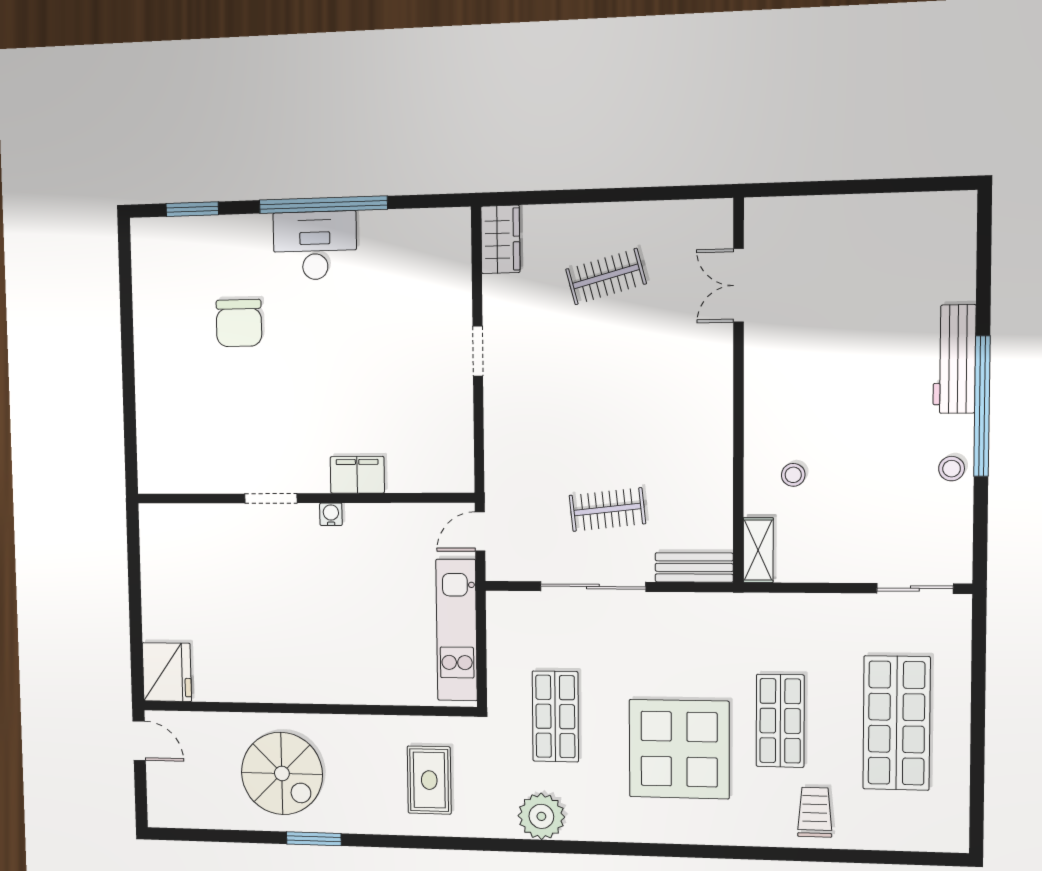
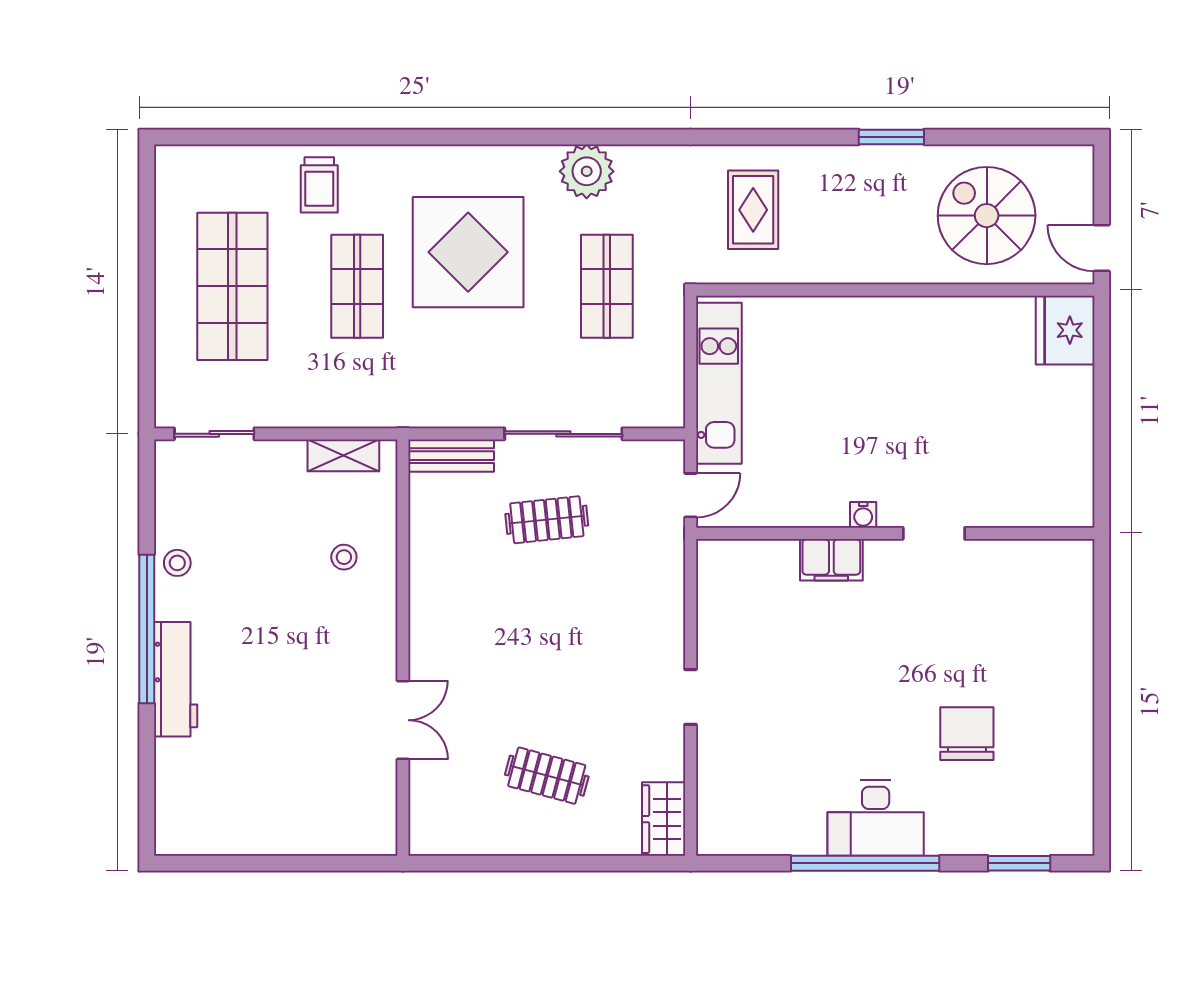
clothes rail: (606, 276) -> (547, 776), turned 30
double door: (739, 285) -> (403, 720), moved
shelving: (758, 550) -> (343, 455), moved, turned 90
spiral stairs: (282, 773) -> (987, 216), moved
plant: (541, 816) -> (587, 171), moved

